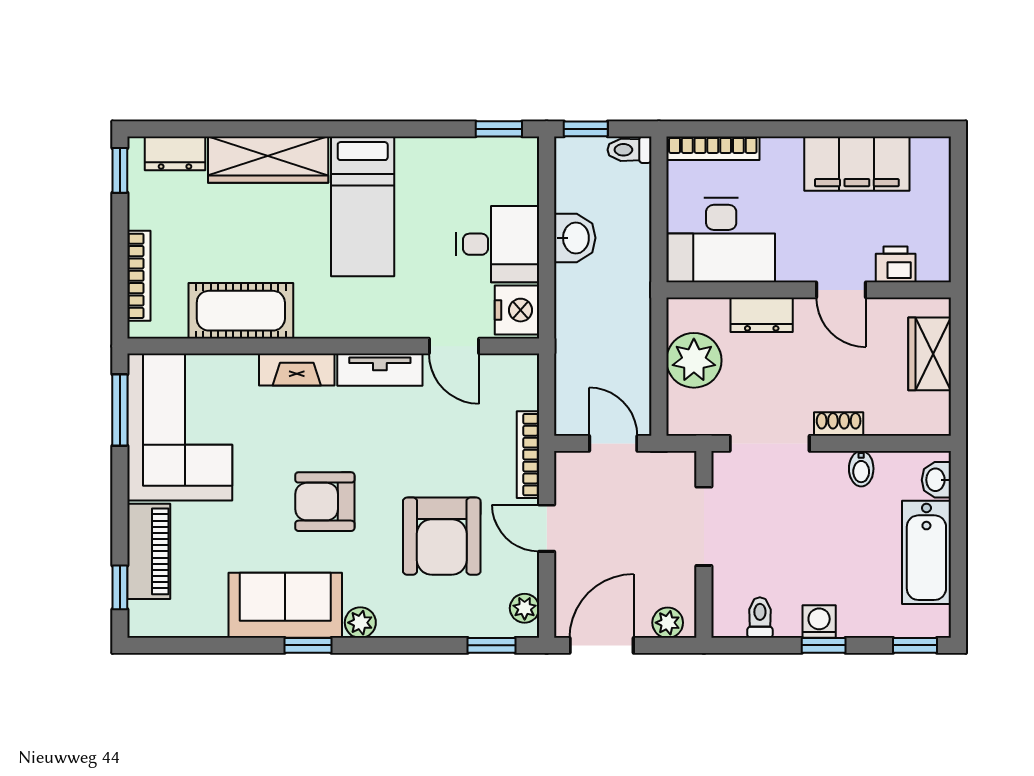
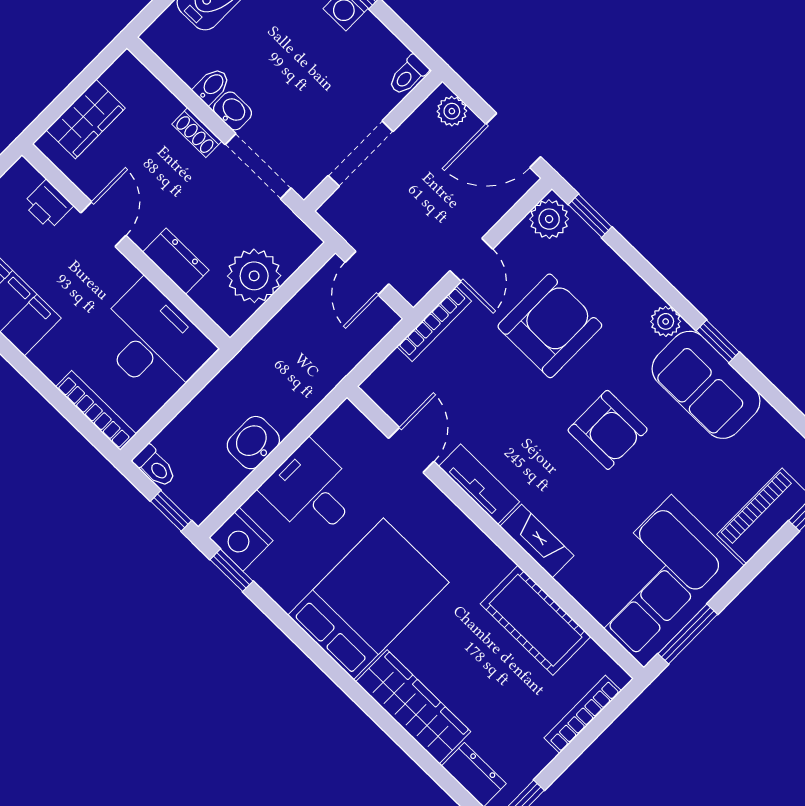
bed: (363, 206) -> (368, 599), width x1.50
nightstand: (517, 310) -> (241, 539), moved, turned -90
washbasin: (936, 480) -> (233, 111), moved, turned -90
plant: (525, 608) -> (549, 219), width x1.38, depth x1.38
toilet: (760, 618) -> (408, 75), moved

